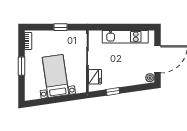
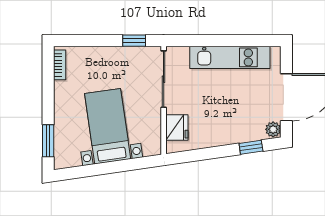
window: (61, 27) -> (134, 41), moved
window: (22, 66) -> (48, 141), moved
window: (113, 91) -> (251, 147), moved

